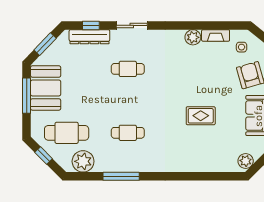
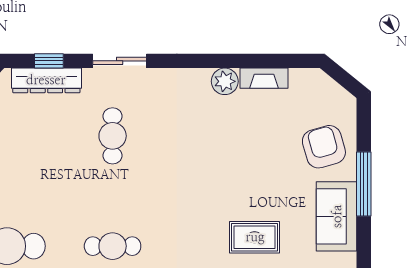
side table: (242, 47) -> (309, 98), removed
cafe table: (128, 69) -> (113, 136), turned 90
rug: (201, 116) -> (255, 237), moved

